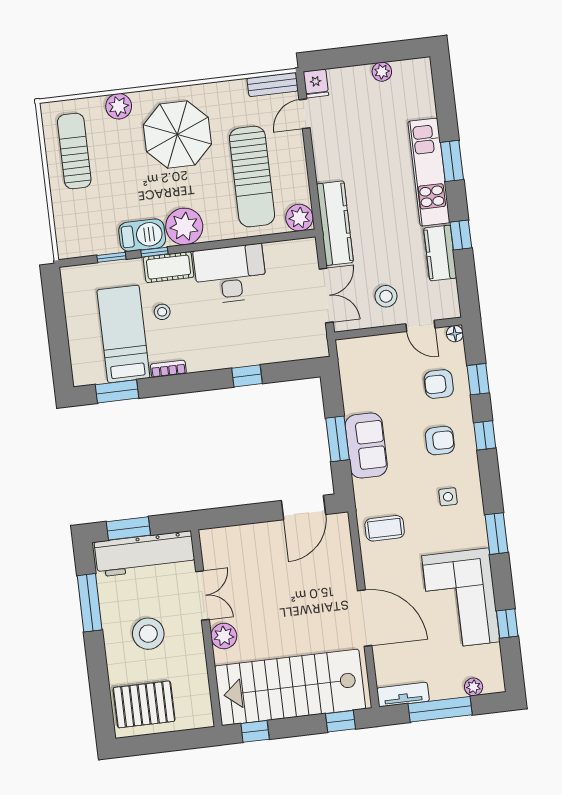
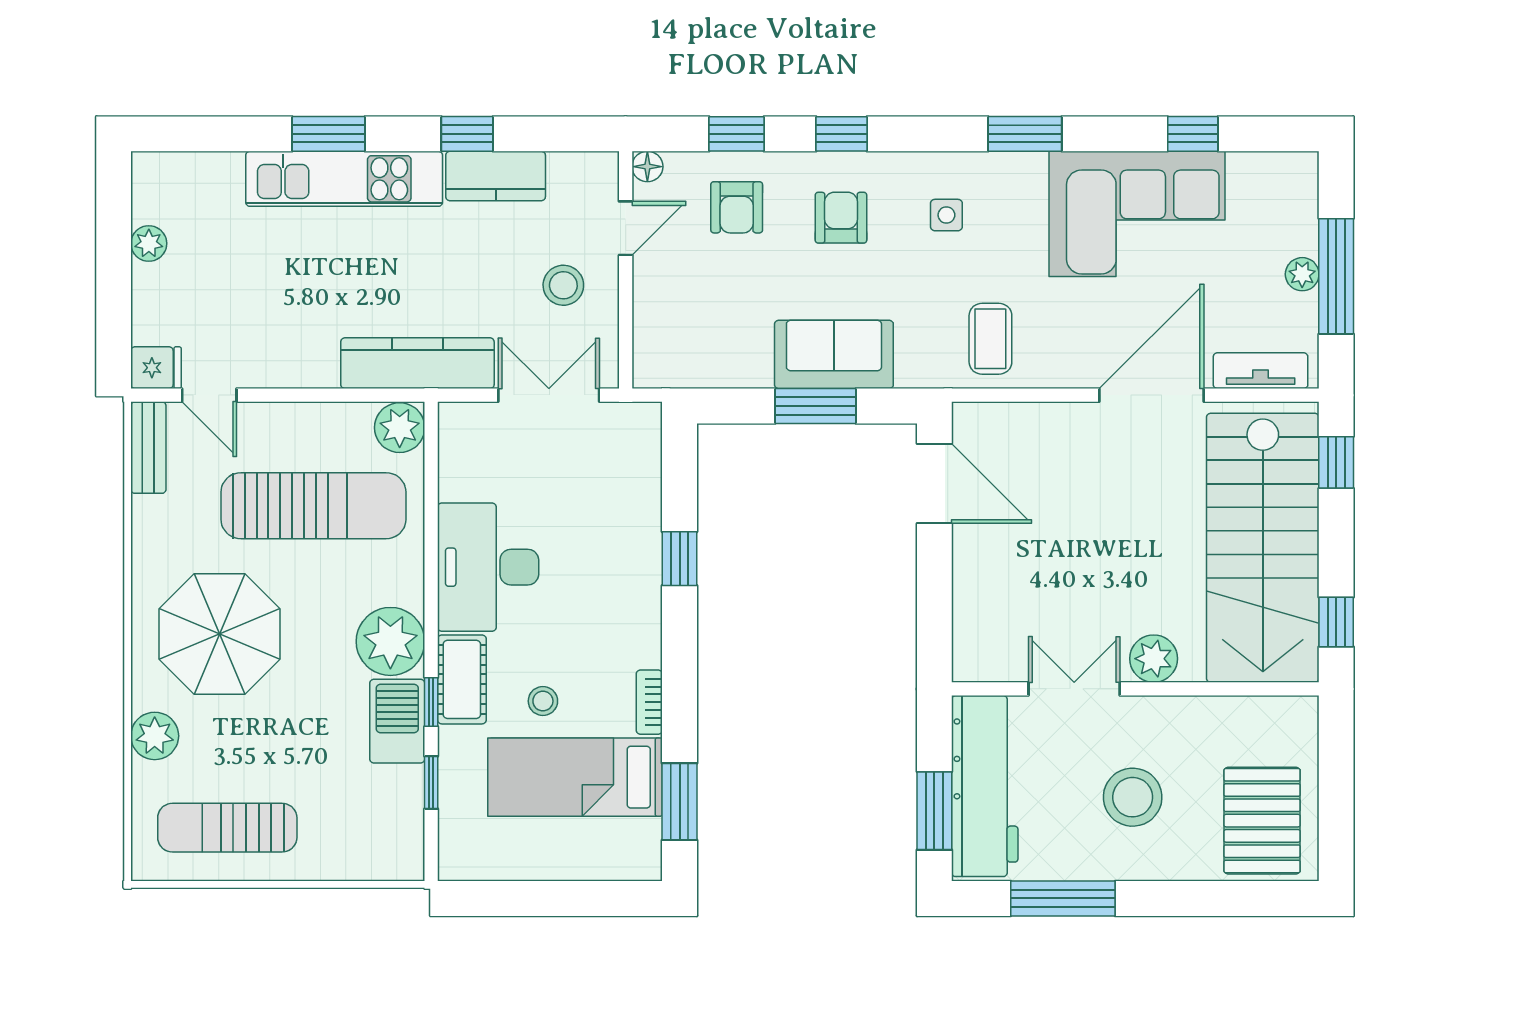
plant: (474, 687) -> (1302, 274), moved
tv unit: (403, 695) -> (1261, 371), moved, turned 90

